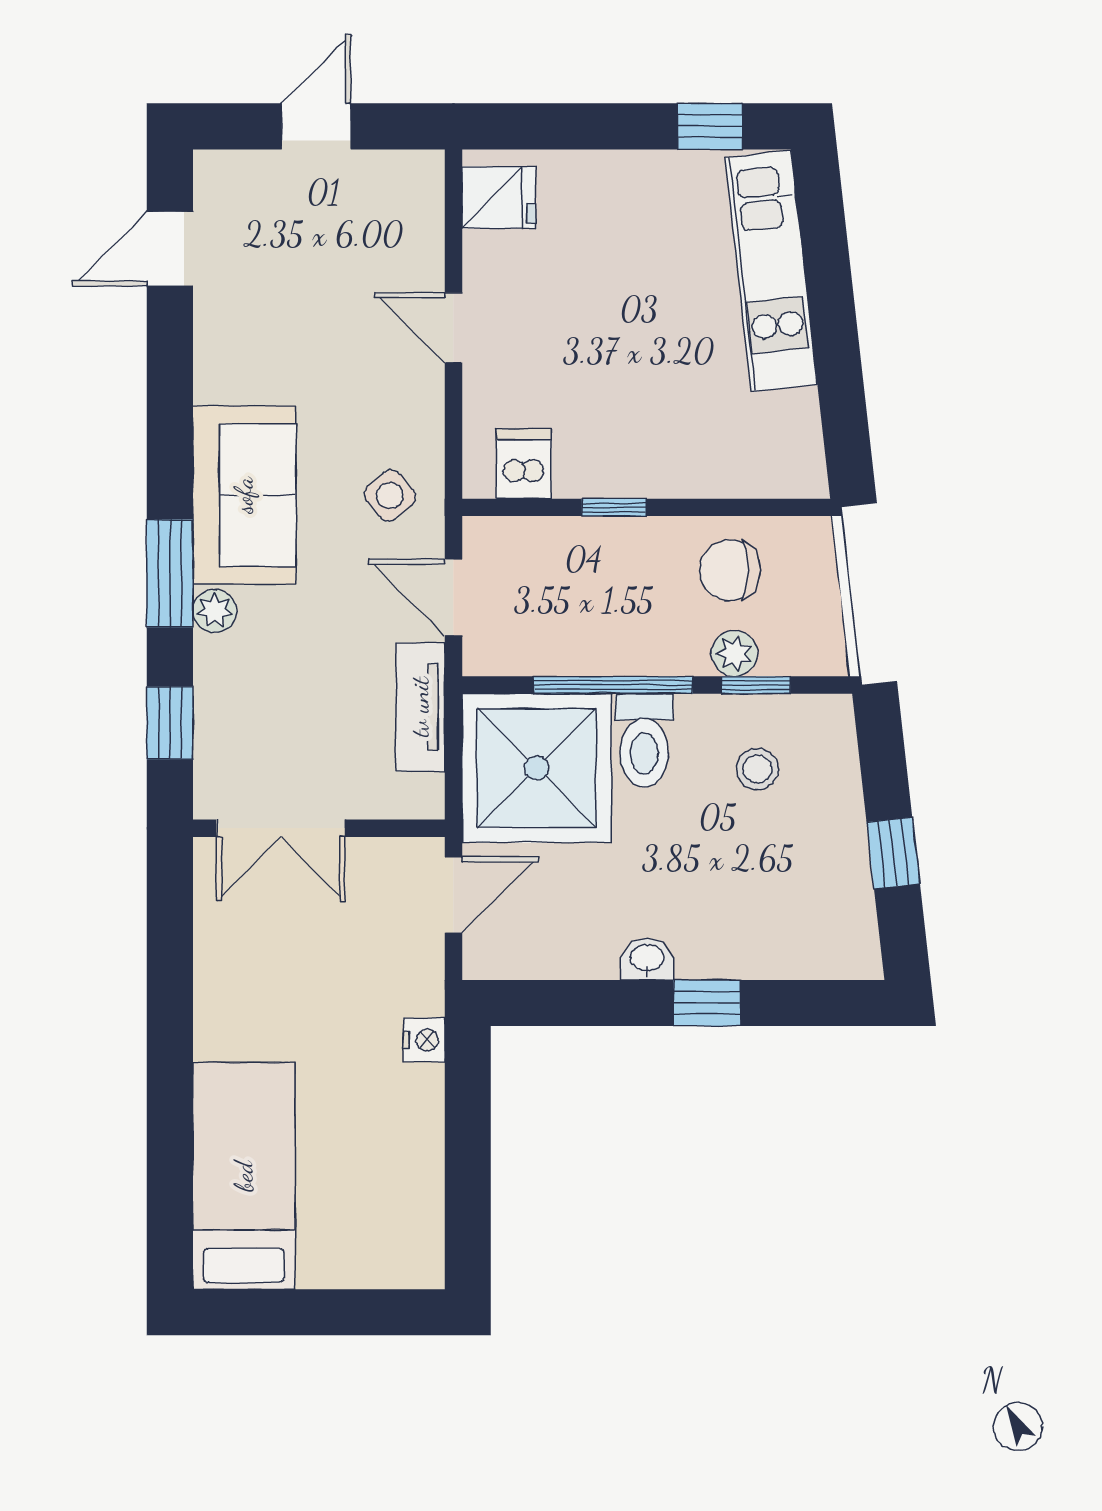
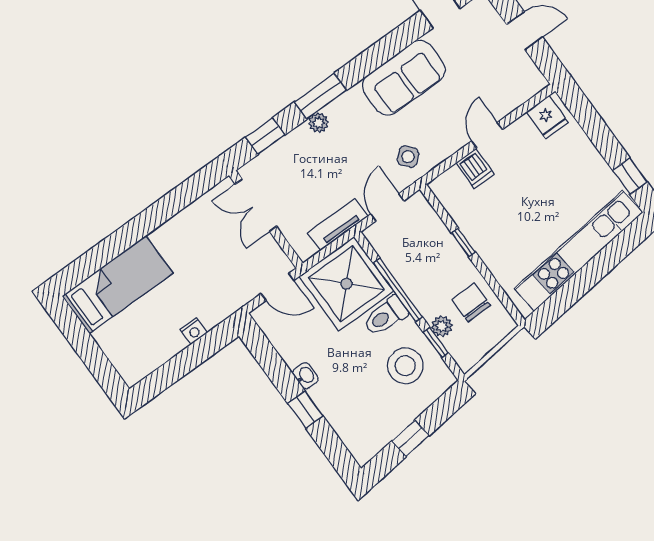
kitchen unit: (771, 271) -> (578, 251), width x1.36
dishwasher: (524, 464) -> (475, 169), moved, turned 90
sofa: (244, 495) -> (404, 78), moved
stool: (758, 769) -> (405, 366), width x1.89, depth x1.89
nightstand: (424, 1040) -> (194, 331), moved

